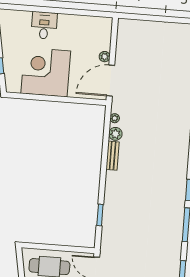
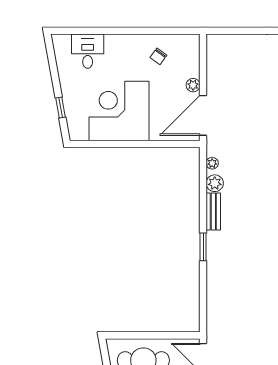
desk: (44, 25) -> (88, 51), moved
chair: (80, 32) -> (158, 56), added
window: (100, 215) -> (203, 247), moved

